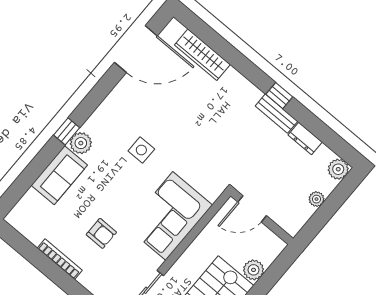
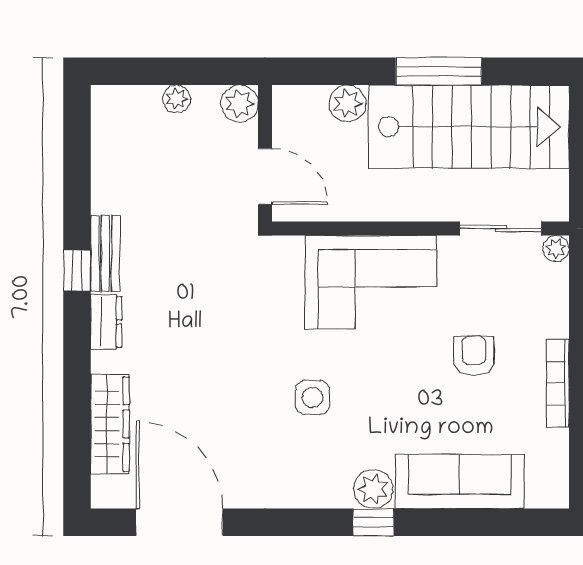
dresser: (305, 138) -> (106, 322), moved
plant: (338, 169) -> (240, 104), moved
sofa: (59, 175) -> (460, 481), width x1.36

